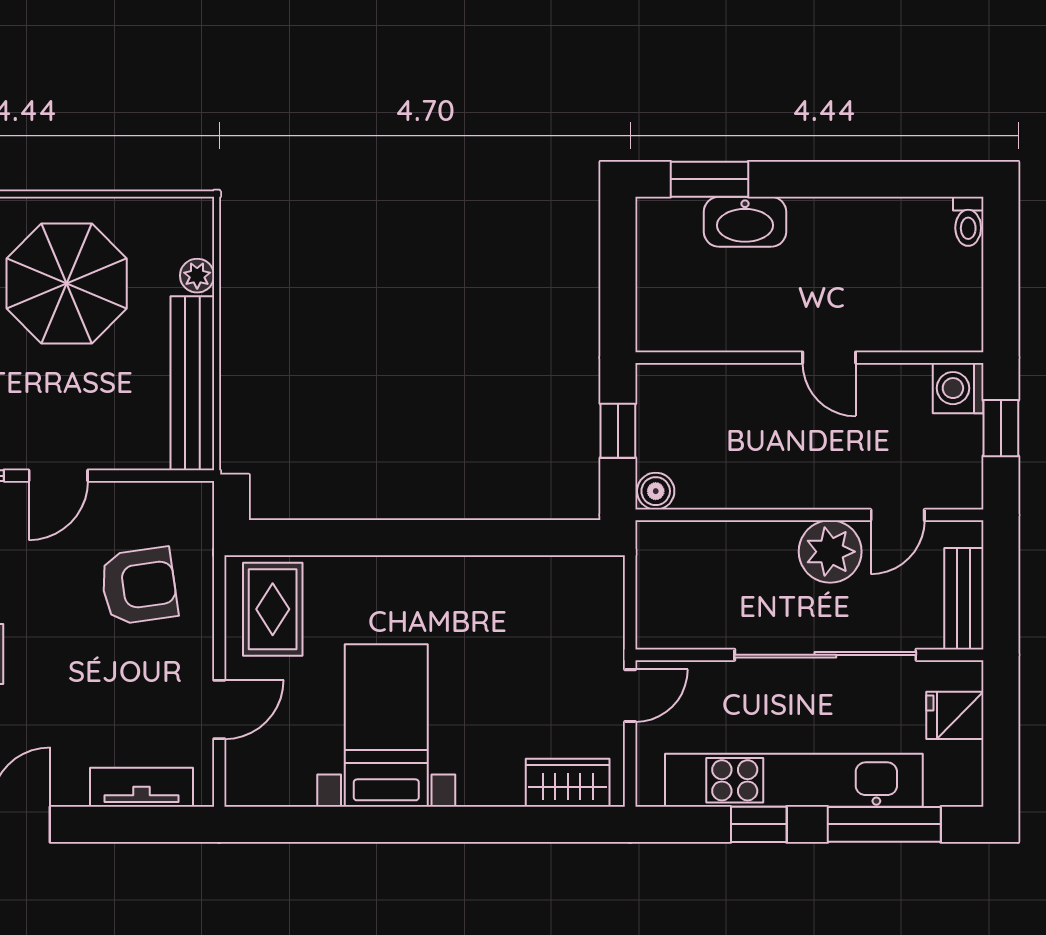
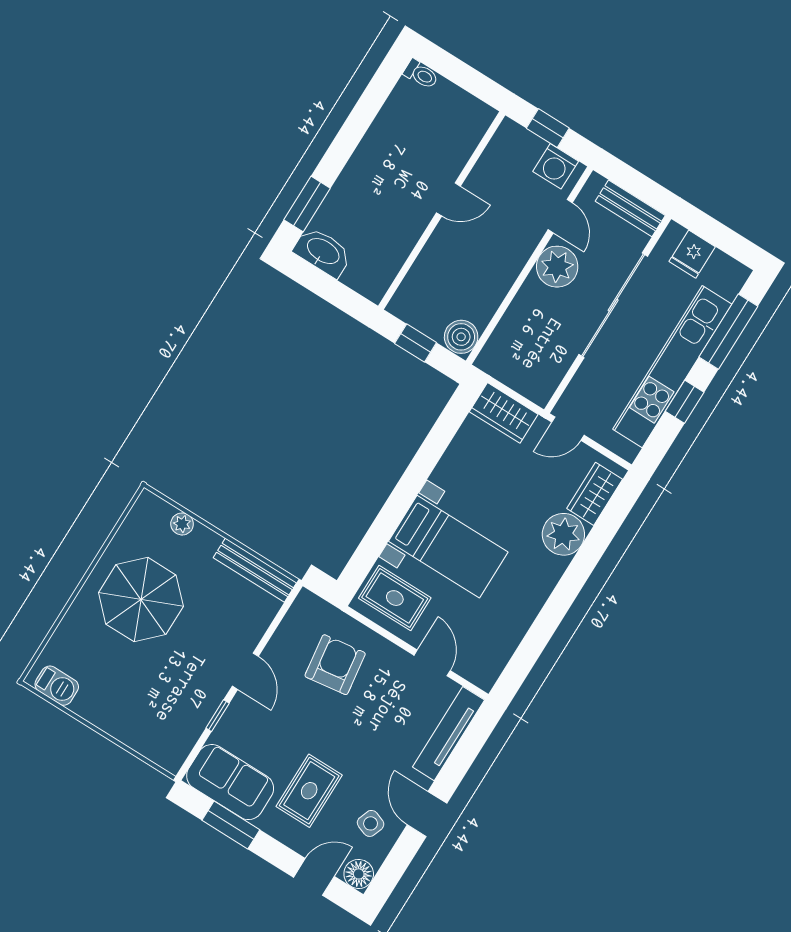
washbasin: (745, 222) -> (323, 252), moved, turned -90
bench: (192, 383) -> (255, 570), width x0.73, depth x0.82
washing machine: (958, 388) -> (556, 166), moved
boiler: (656, 491) -> (461, 337), width x1.36, depth x1.36
wardrobe: (599, 600) -> (504, 413), added
door: (630, 696) -> (568, 429), swing flipped
bed with nightstands: (386, 725) -> (448, 547), moved, turned 180
plant: (491, 775) -> (563, 534), added
tv unit: (141, 787) -> (449, 734), width x1.41

